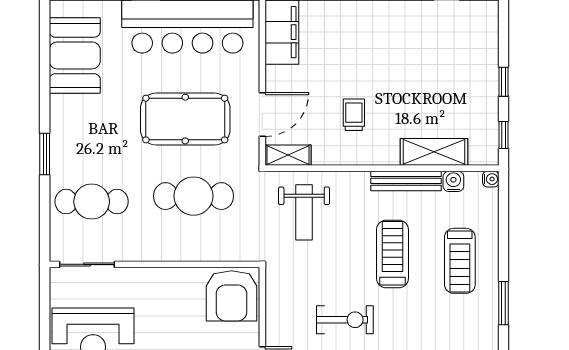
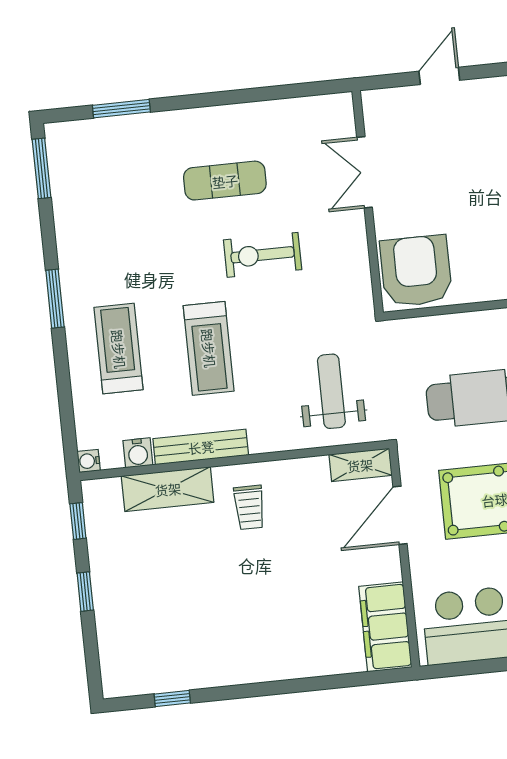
trolley: (354, 115) -> (249, 507), moved

